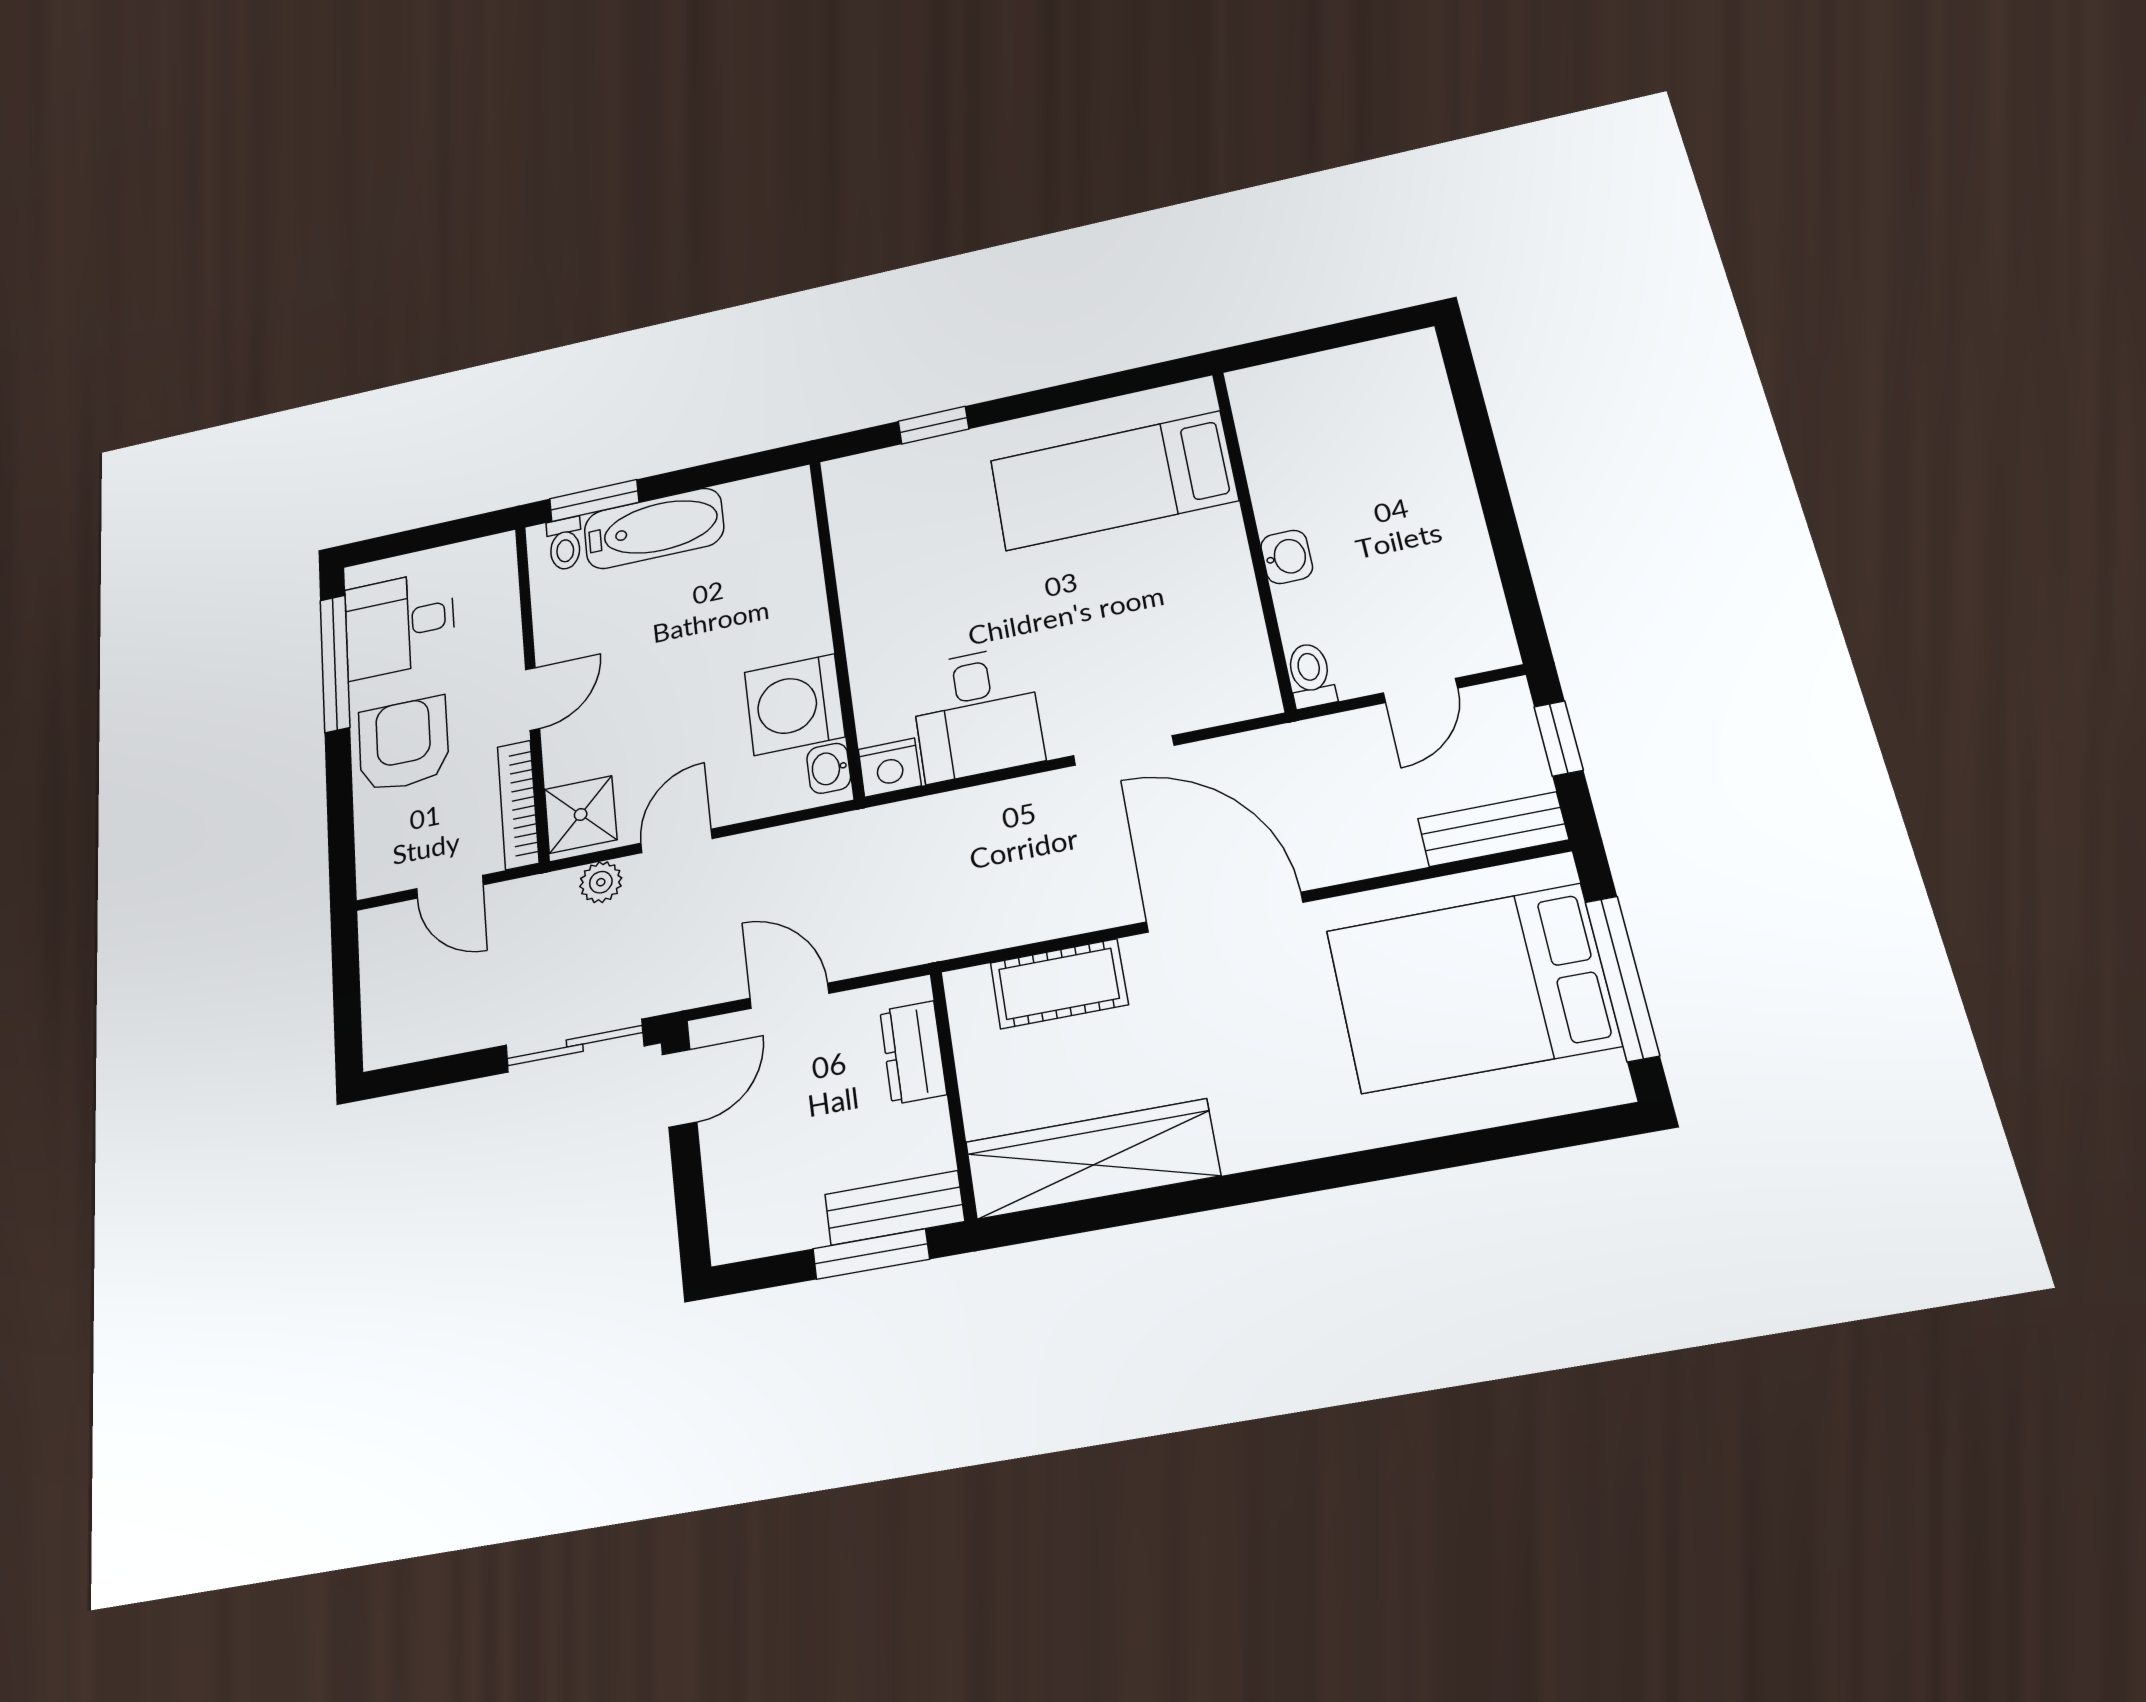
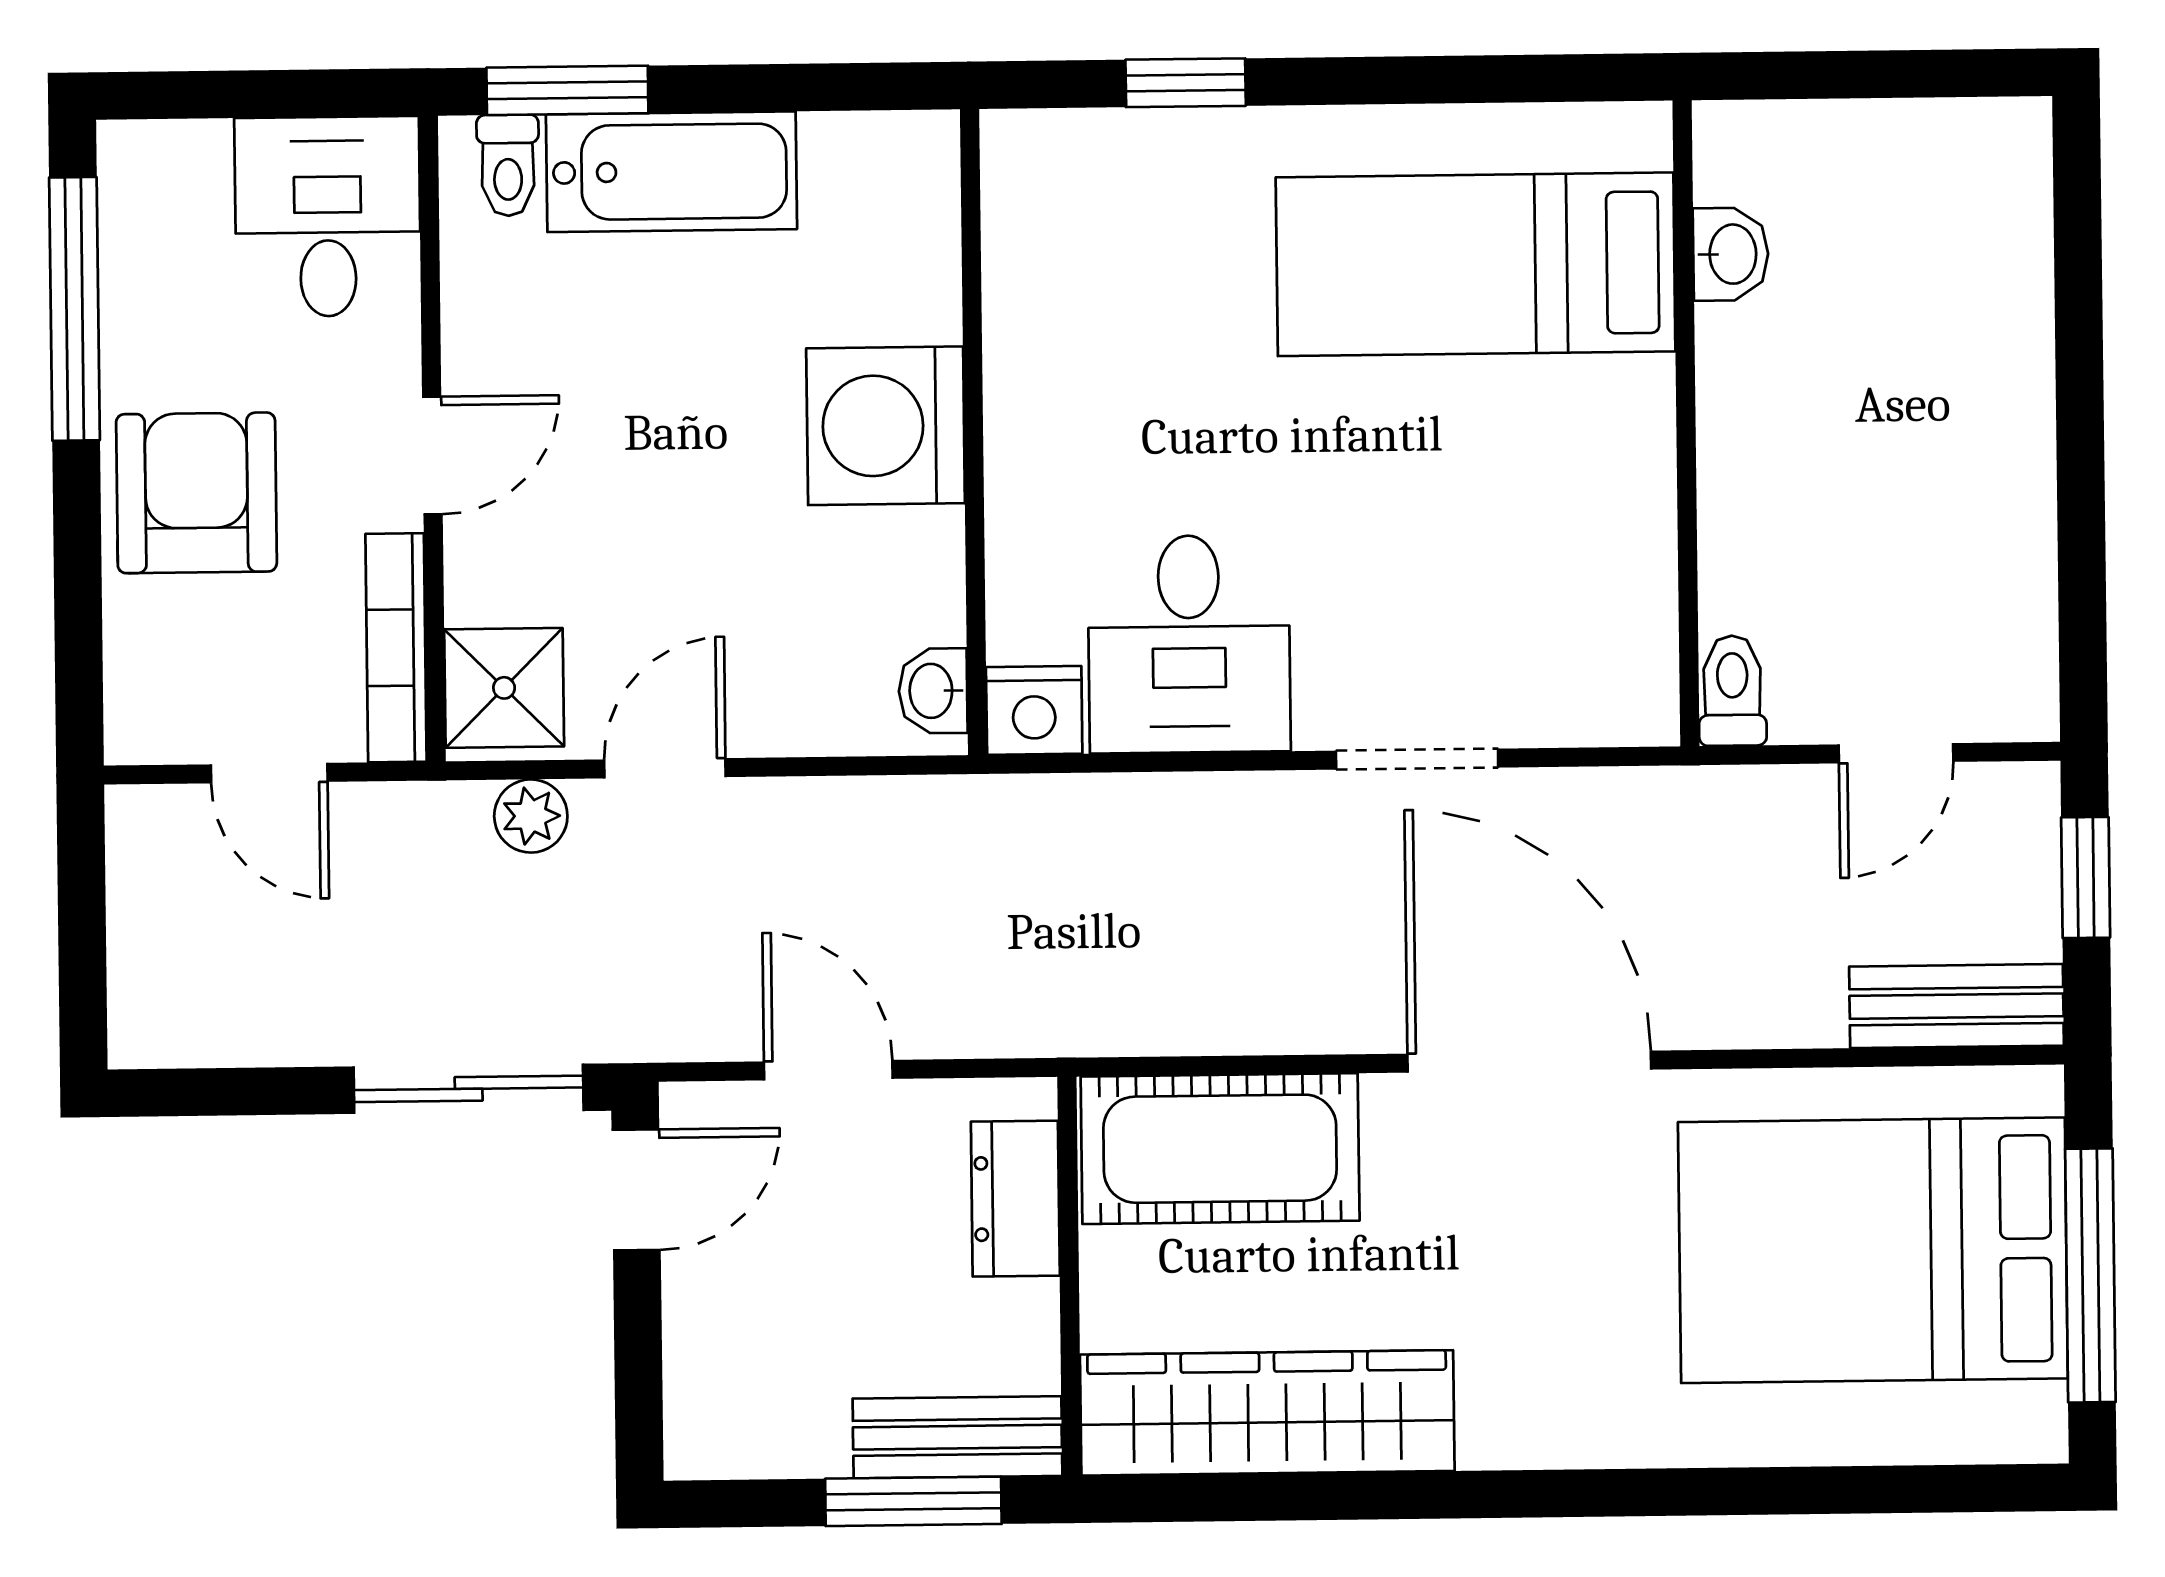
washbasin: (1287, 557) -> (1731, 254), moved
desk: (400, 624) -> (328, 217), moved, turned 90
washing machine: (794, 704) -> (886, 426), moved
cot: (1059, 984) -> (1220, 1149), width x1.37, depth x1.34

